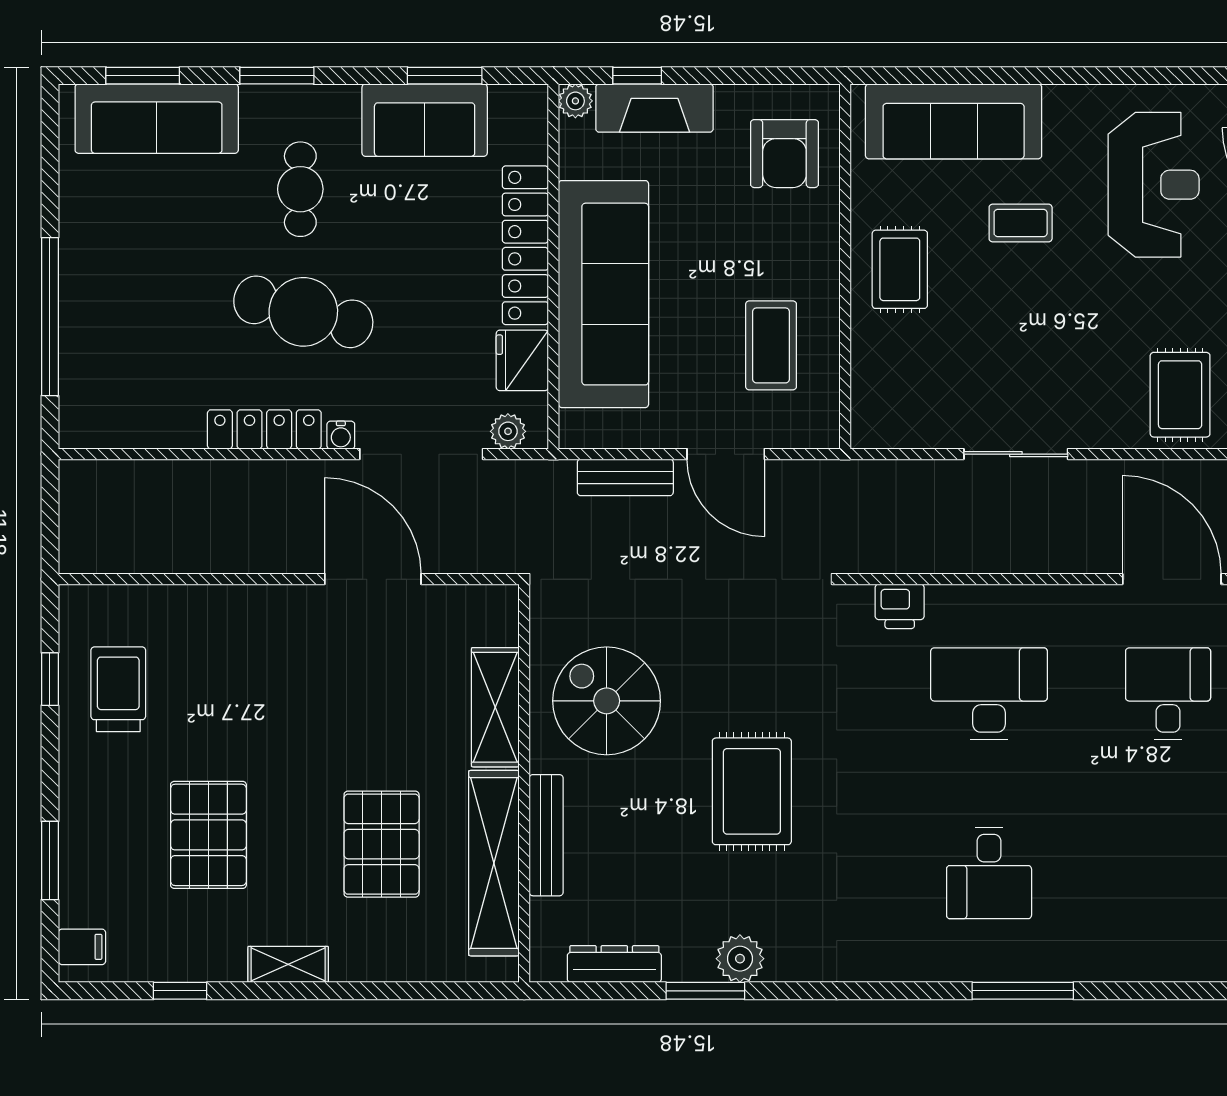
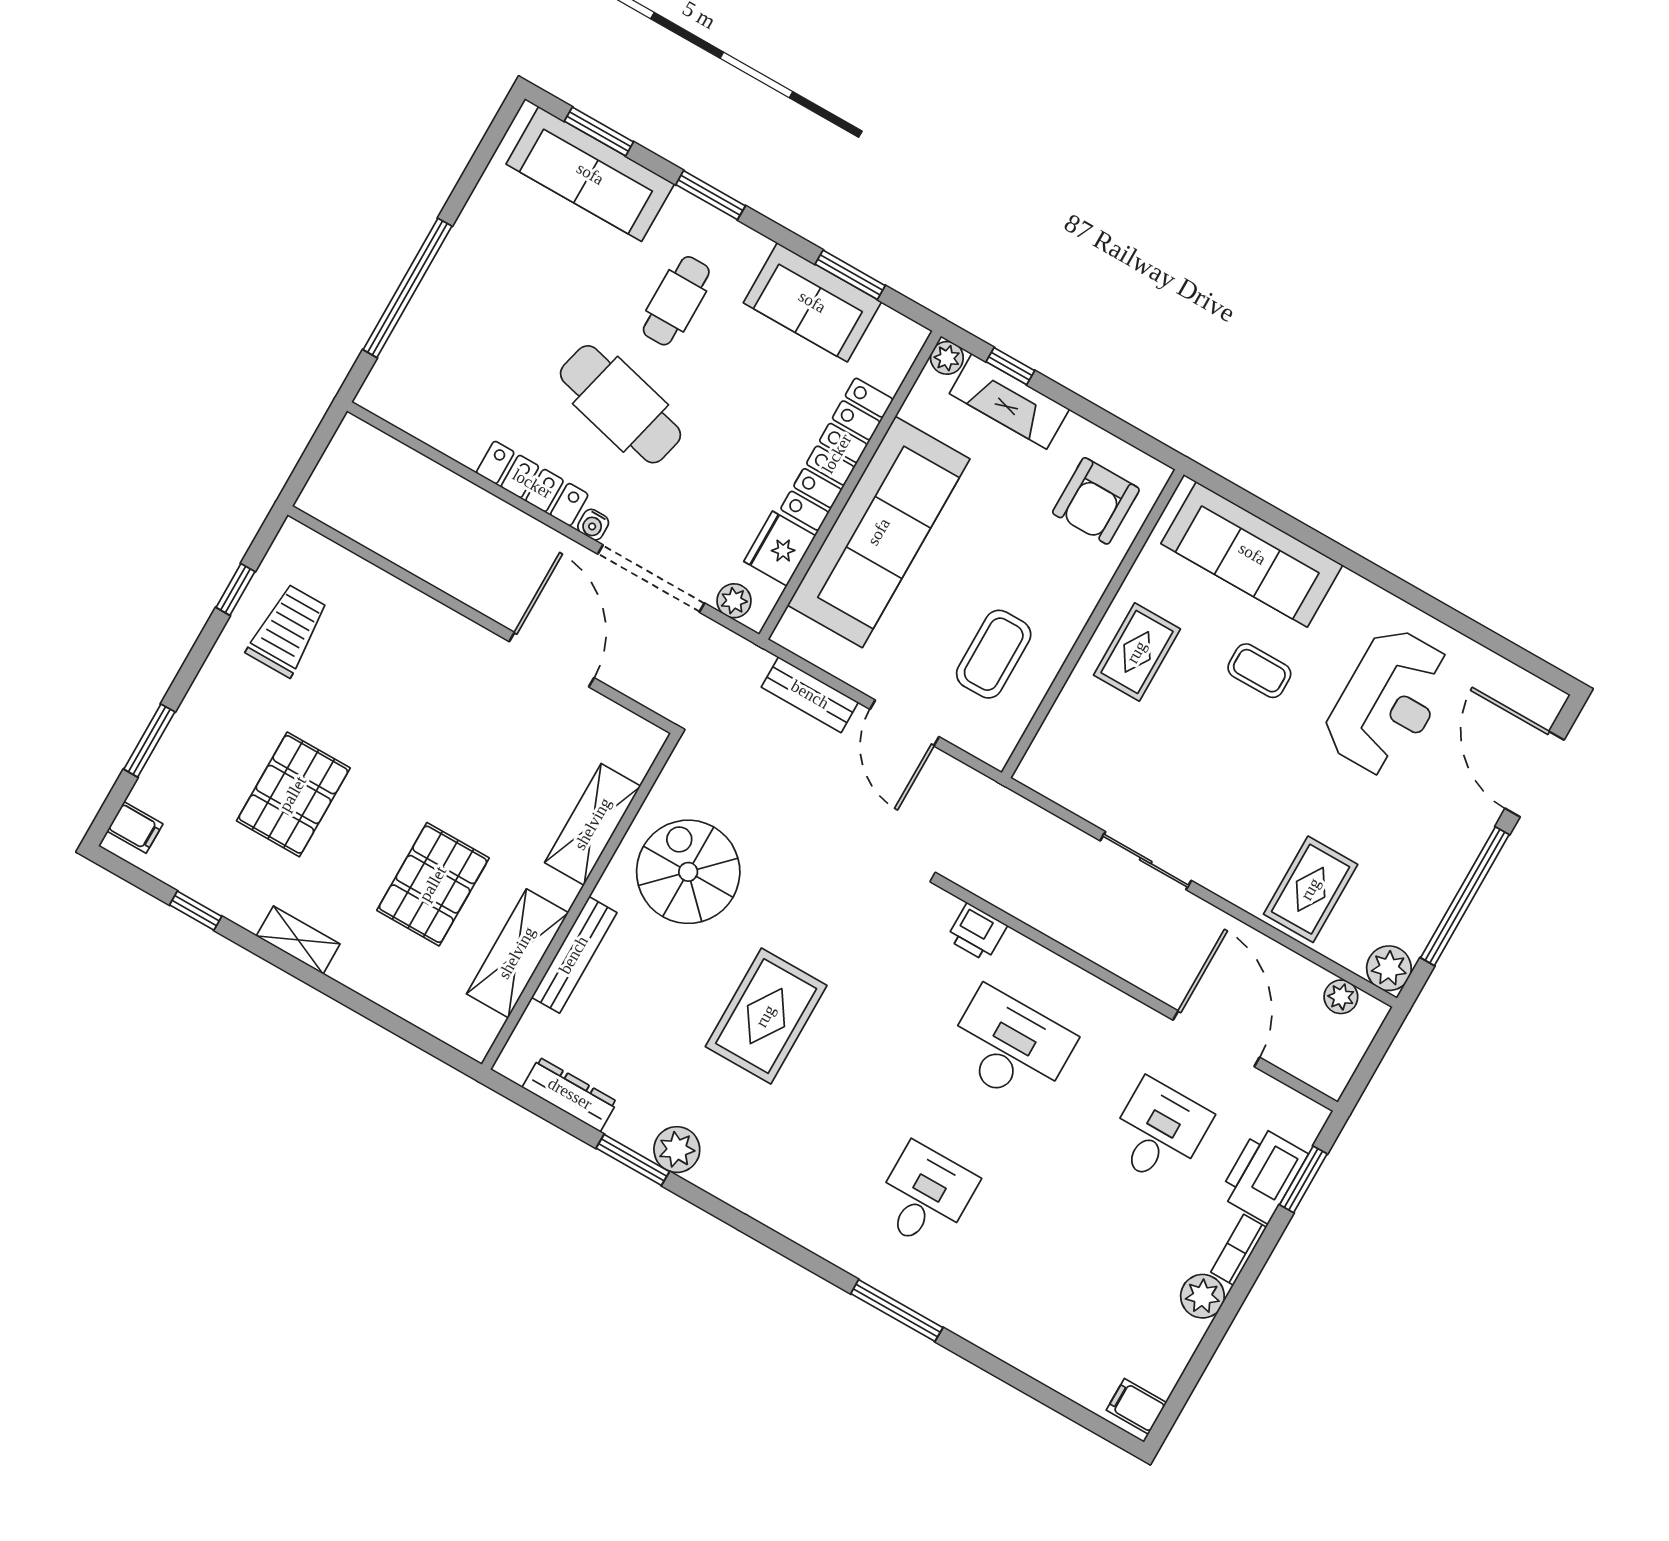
shelving: (494, 863) -> (517, 953), width x0.68
desk: (989, 873) -> (925, 1196), turned 180

